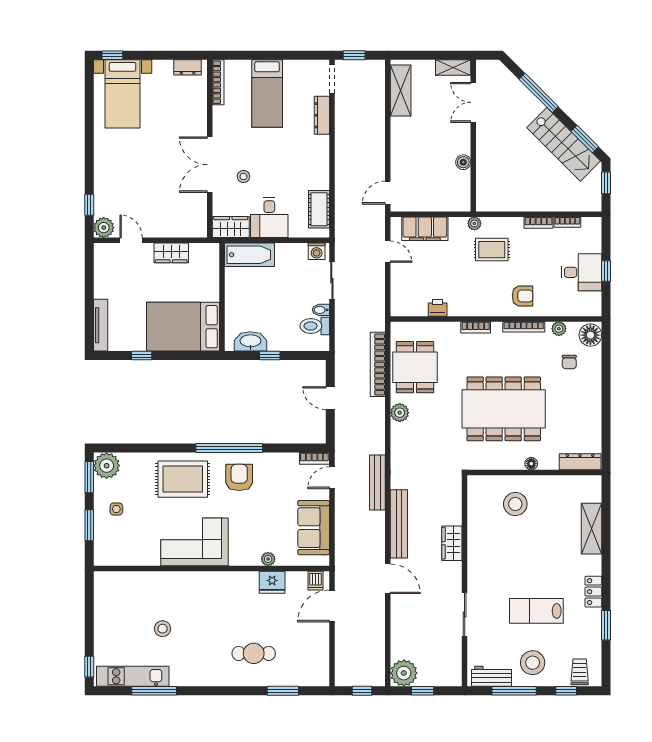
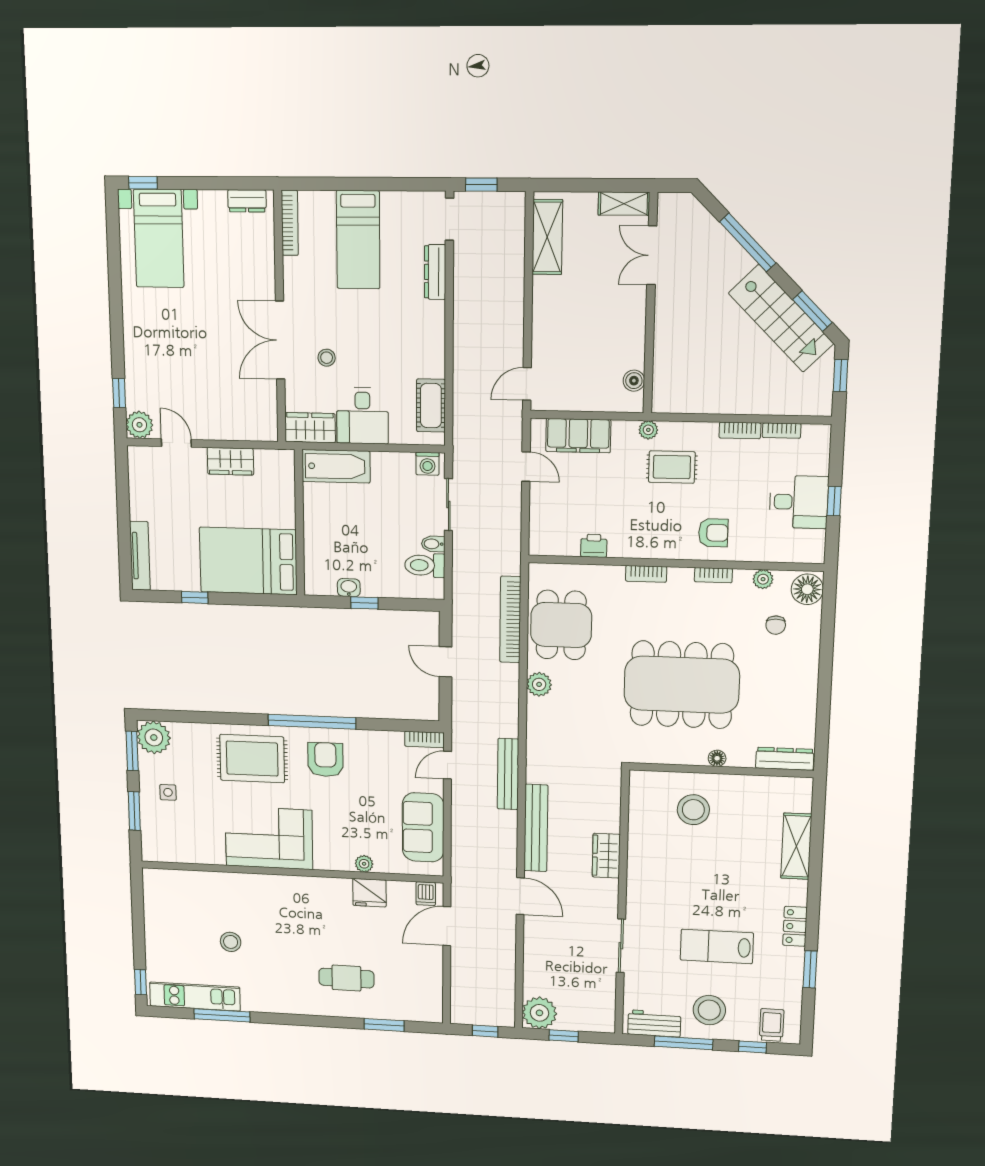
boiler: (463, 162) -> (634, 381), moved
bookcase: (524, 327) -> (713, 575), width x0.64
washbasin: (250, 341) -> (349, 588), width x0.52, depth x0.69

